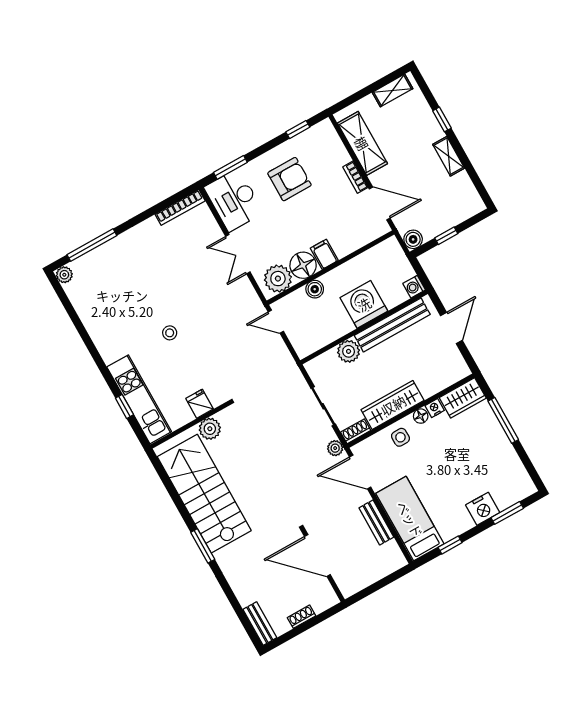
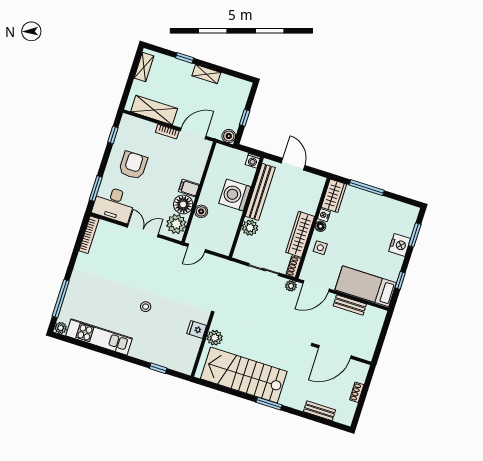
double door: (238, 254) -> (143, 231), swing flipped
kitchen unit: (139, 399) -> (99, 337), moved
bench: (260, 624) -> (320, 411), moved

